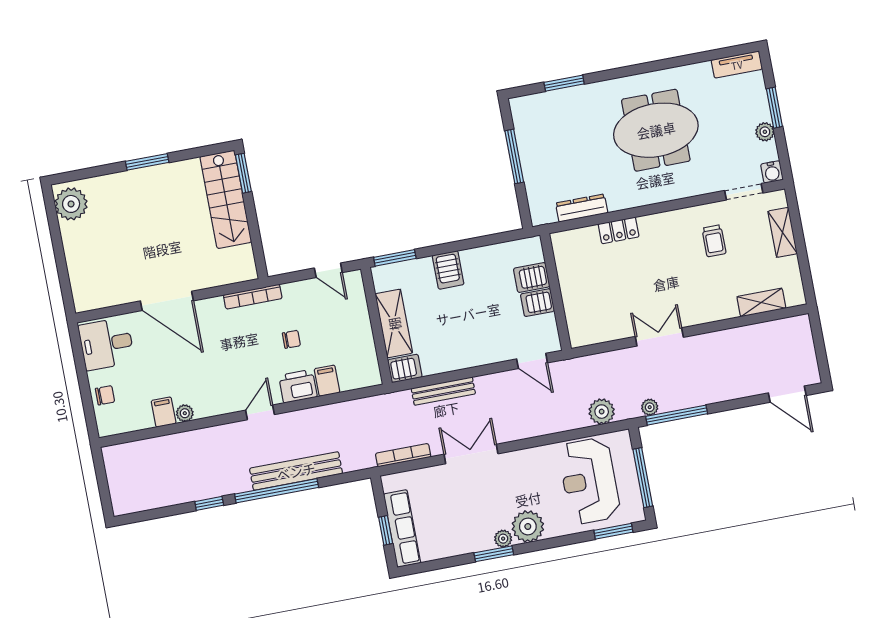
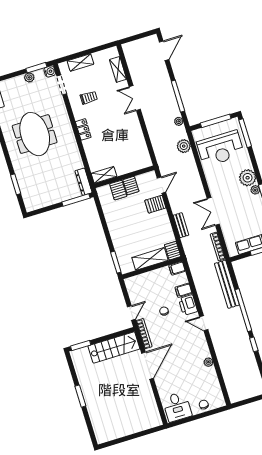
window: (774, 108) -> (36, 68), moved
window: (514, 156) -> (76, 200), moved
stairs: (226, 199) -> (114, 347), moved
plant: (71, 204) -> (106, 433), removed
dresser: (582, 208) -> (83, 182), moved
locker: (619, 230) -> (83, 129), moved
shelving: (563, 254) -> (104, 175), added
door: (328, 270) -> (131, 313), moved
server rack: (448, 270) -> (155, 204), moved, turned 180
door: (167, 301) -> (147, 366), moved
double door: (659, 337) -> (135, 98), moved
bench: (443, 391) -> (181, 225), width x0.73
filing cabinet: (164, 412) -> (177, 268), moved
window: (677, 415) -> (178, 96), moved
bench: (296, 471) -> (227, 284), moved
window: (613, 531) -> (245, 133), width x1.44

